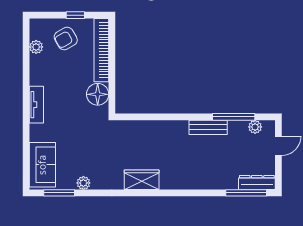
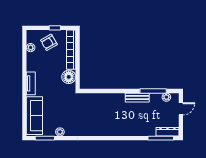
sofa: (42, 165) -> (34, 116), width x1.36
wardrobe: (142, 180) -> (96, 130), removed

